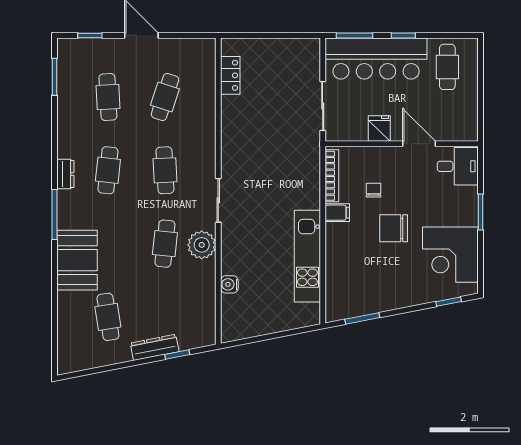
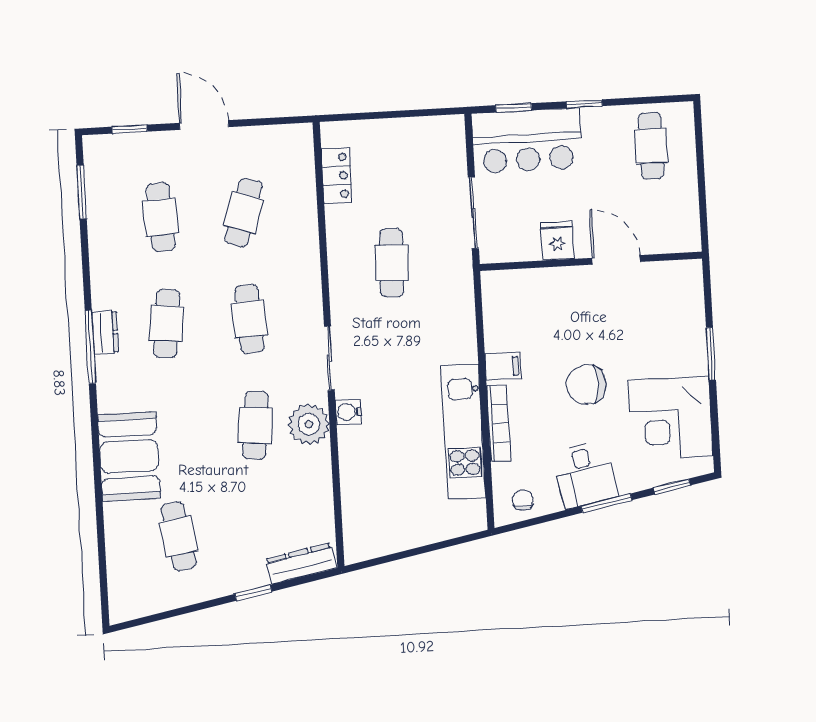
window: (354, 35) -> (514, 108), width x0.67
bar counter: (376, 58) -> (527, 141), width x0.73
cafe table: (265, 137) -> (392, 263), added
desk: (458, 166) -> (585, 474), moved, turned 79
bookcase: (332, 176) -> (498, 423), moved
chair: (374, 190) -> (523, 500), moved
window: (55, 214) -> (90, 347), moved
water cooler: (229, 284) -> (348, 412), moved
window: (362, 318) -> (606, 503), moved
dresser: (155, 347) -> (301, 563), moved
window: (177, 355) -> (253, 593), moved

